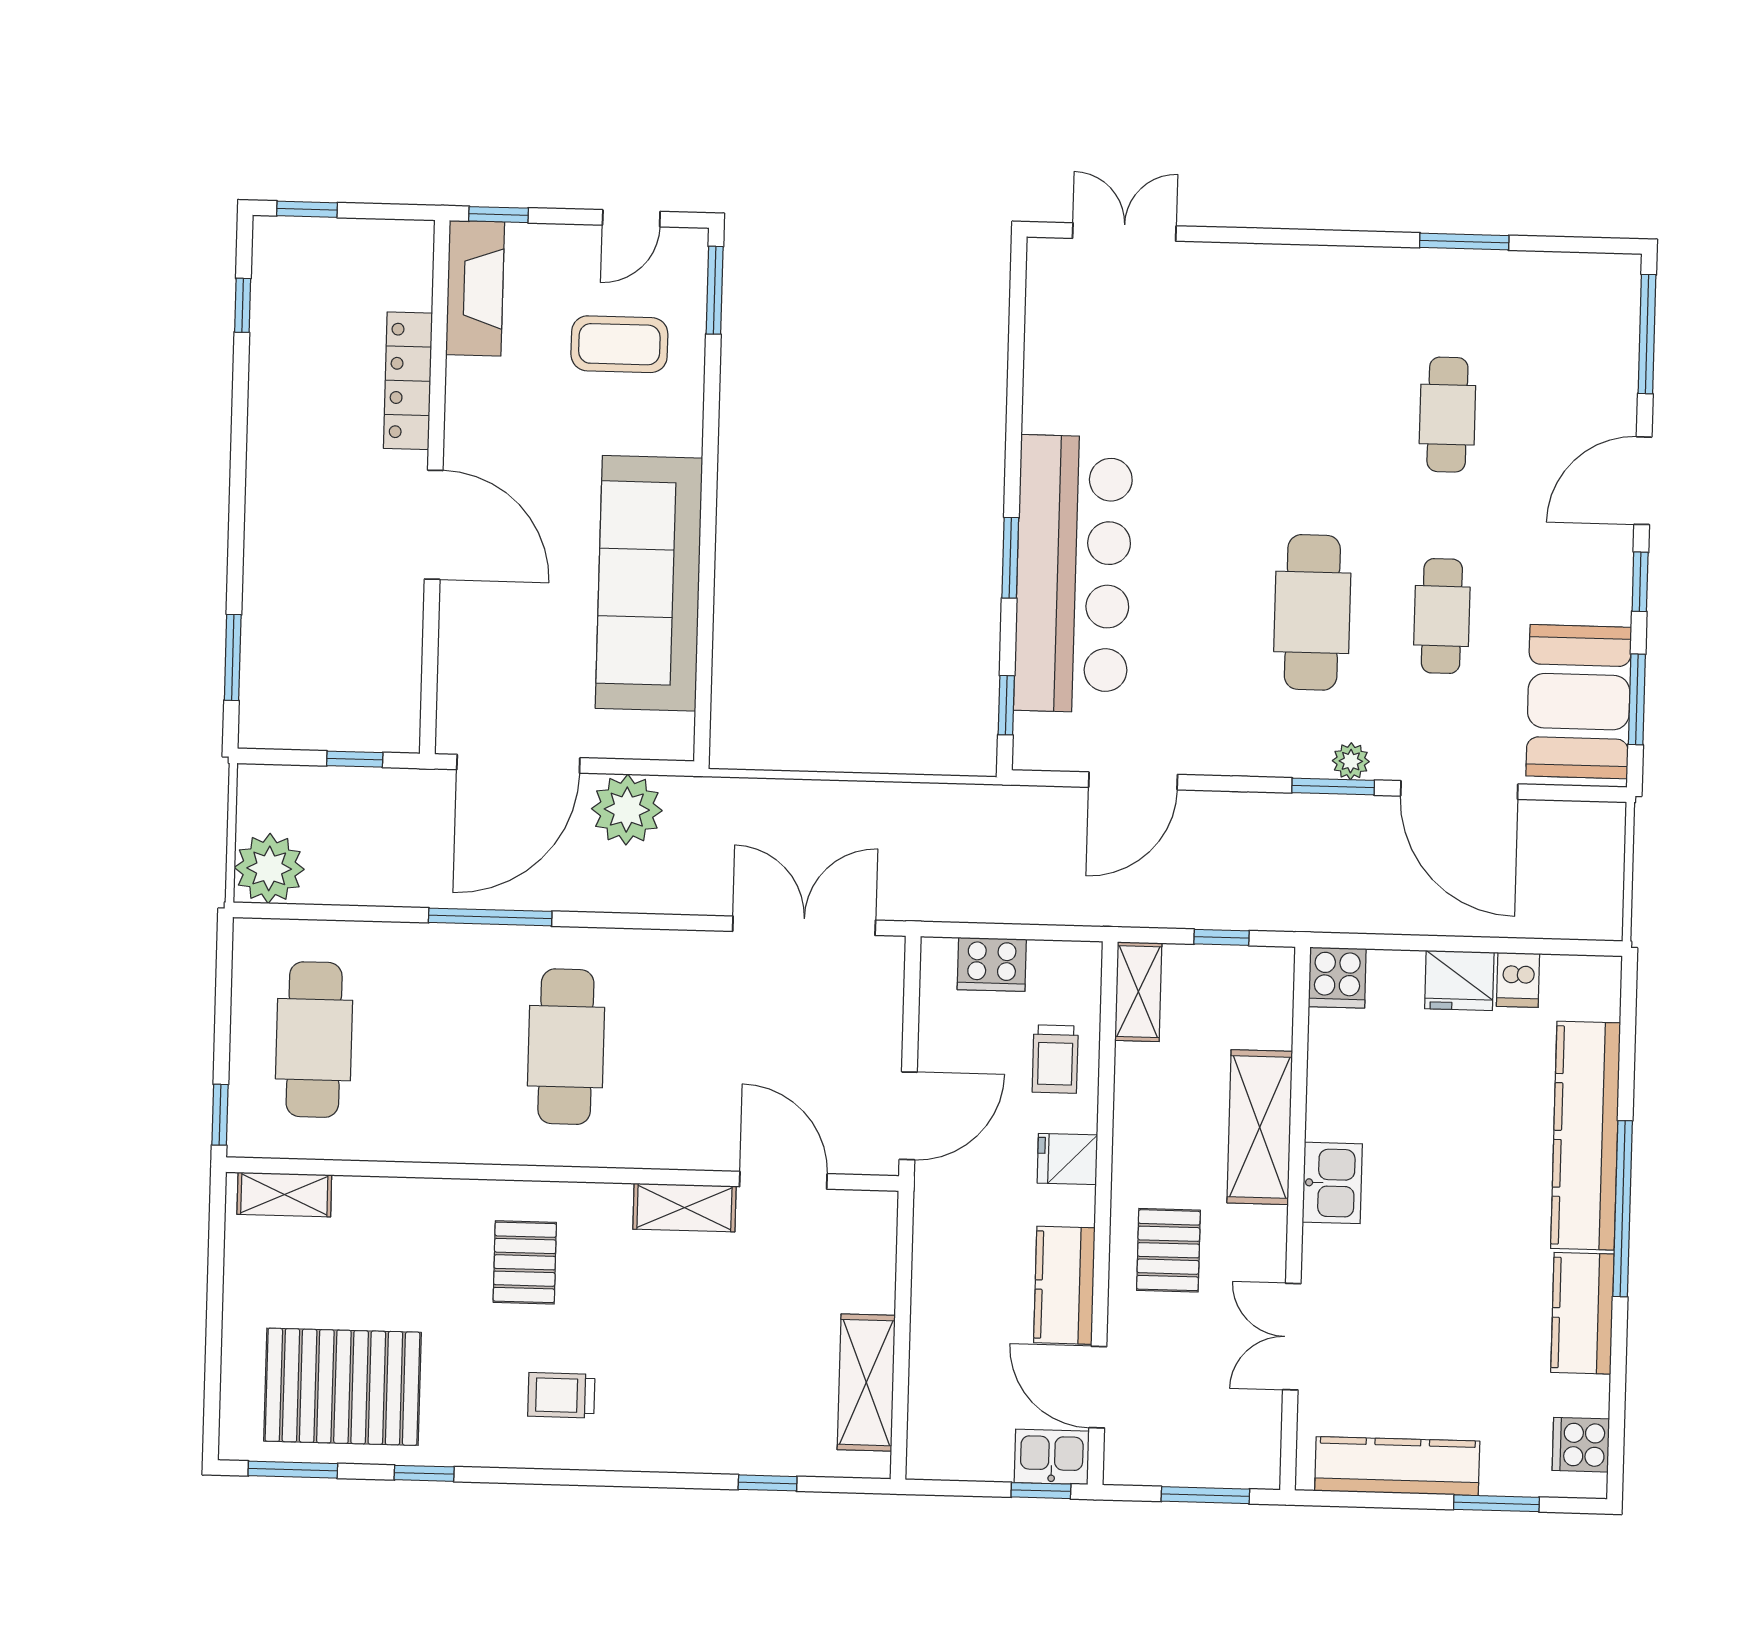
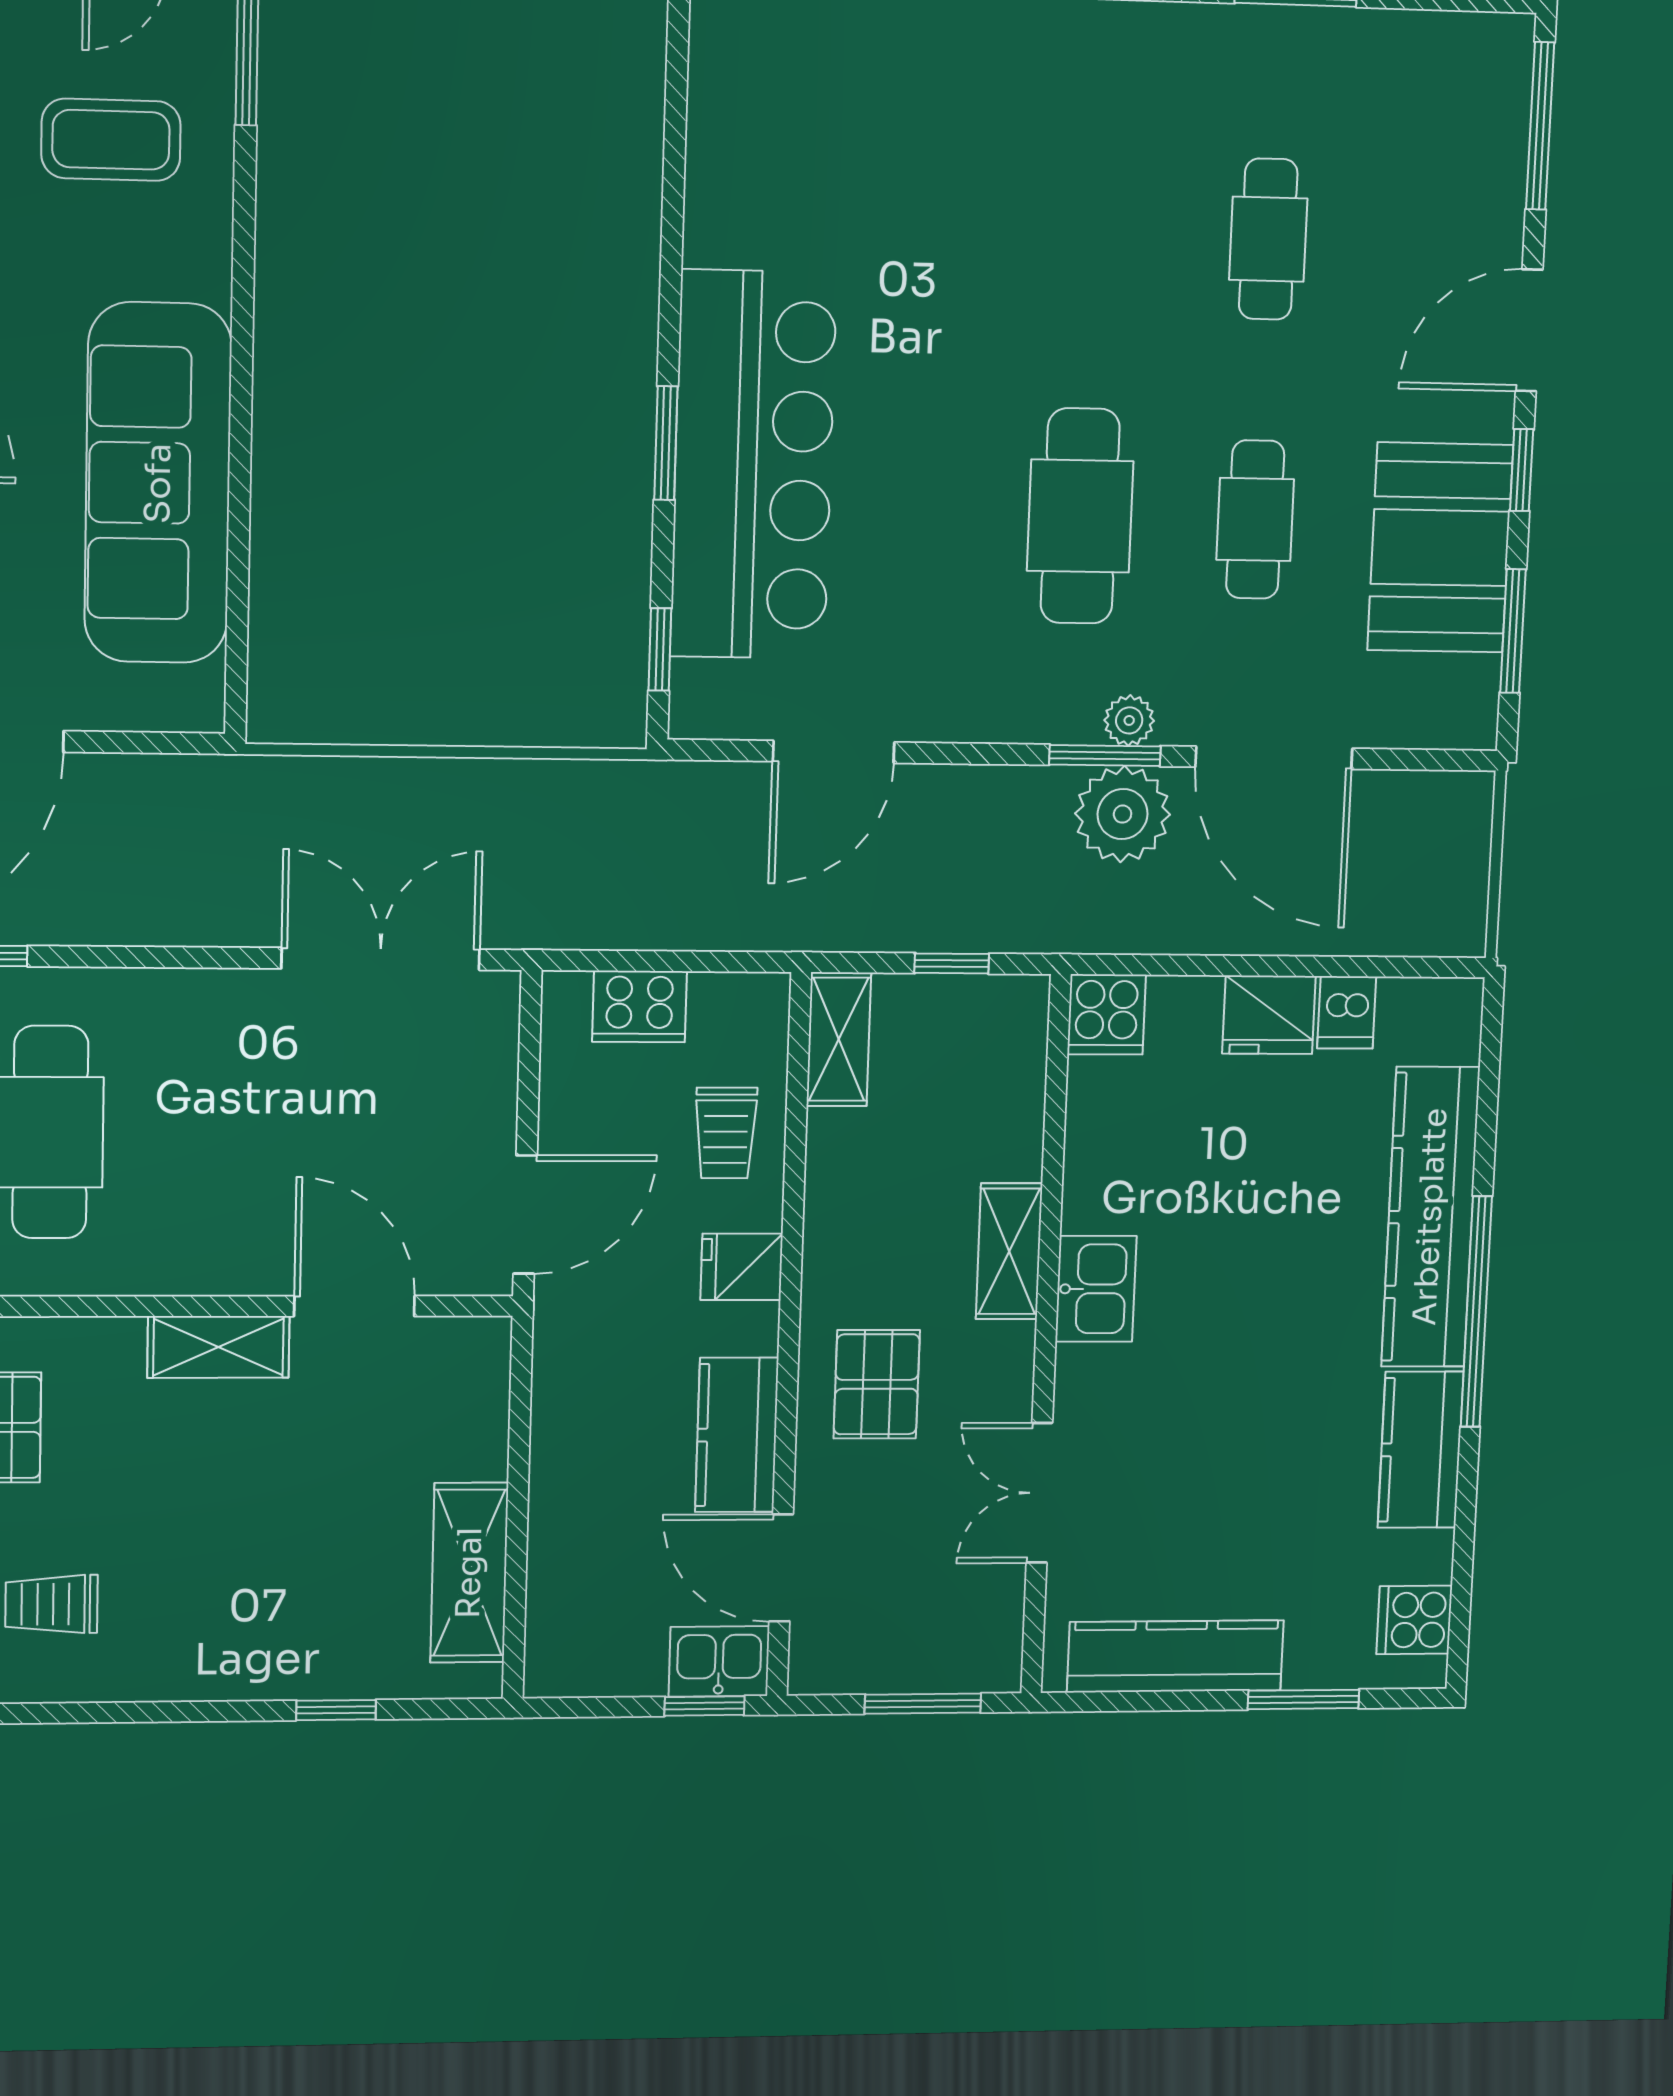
booth: (1579, 702) -> (1440, 548), moved
plant: (627, 810) -> (1123, 814), moved
shelving: (1260, 1127) -> (1009, 1251), width x0.67, depth x0.75

